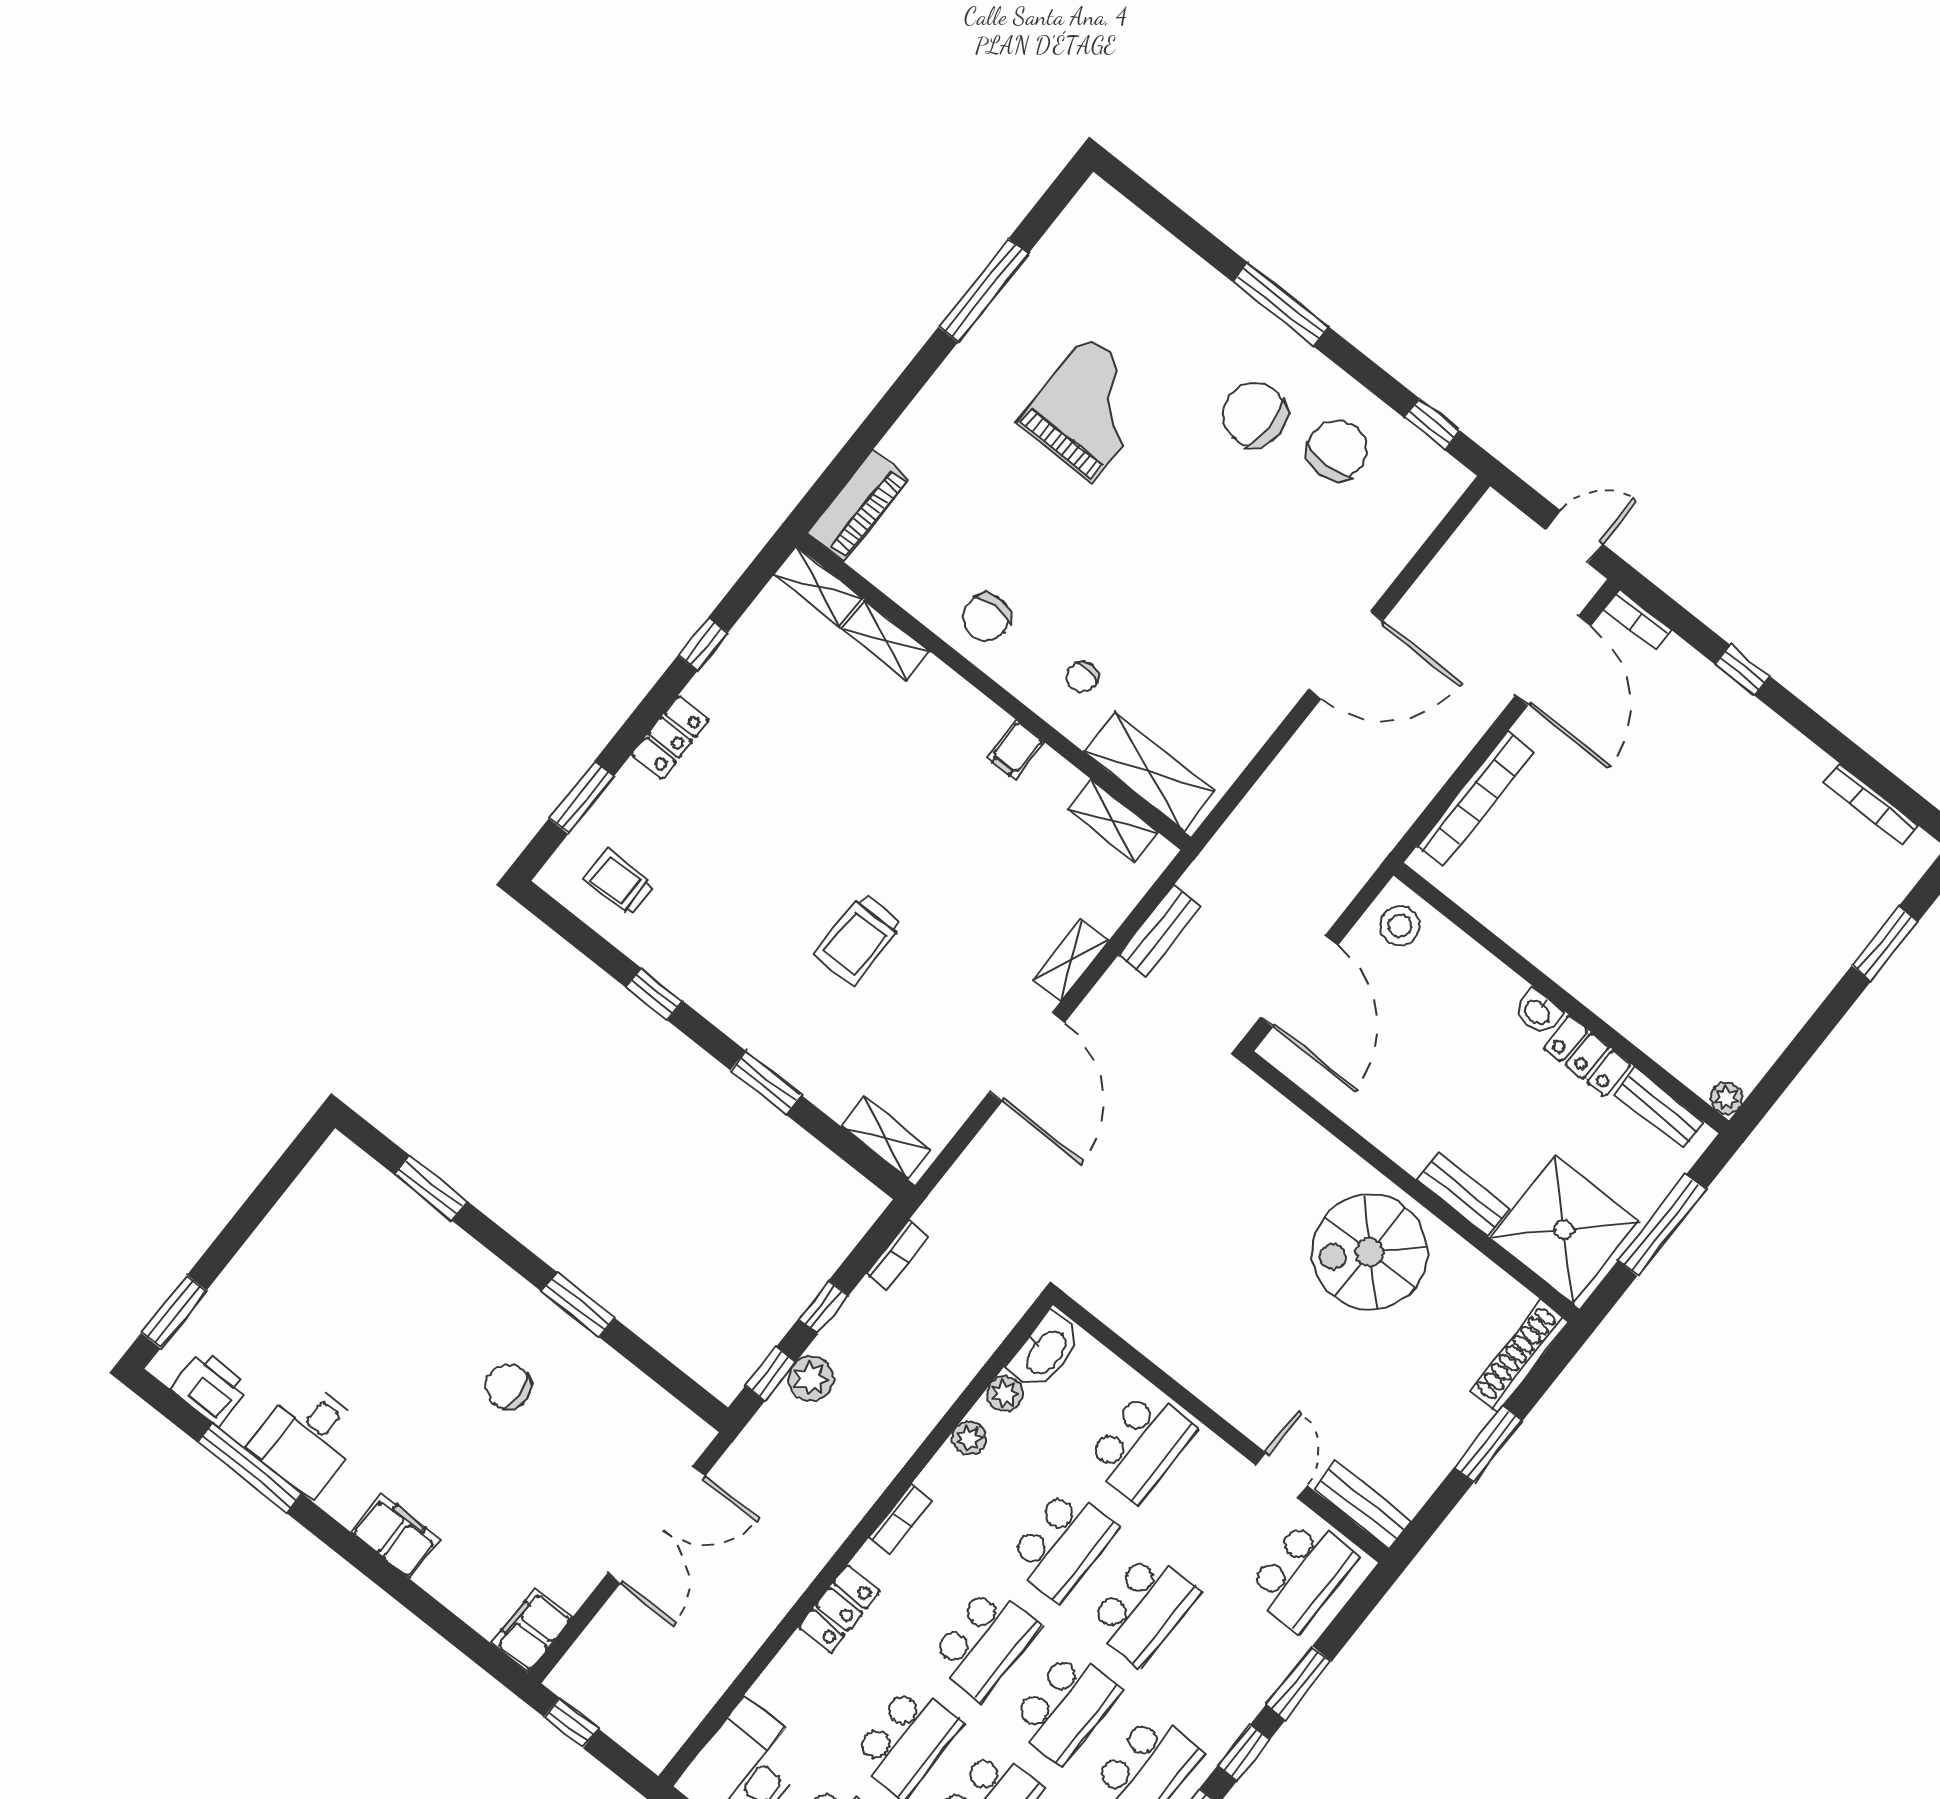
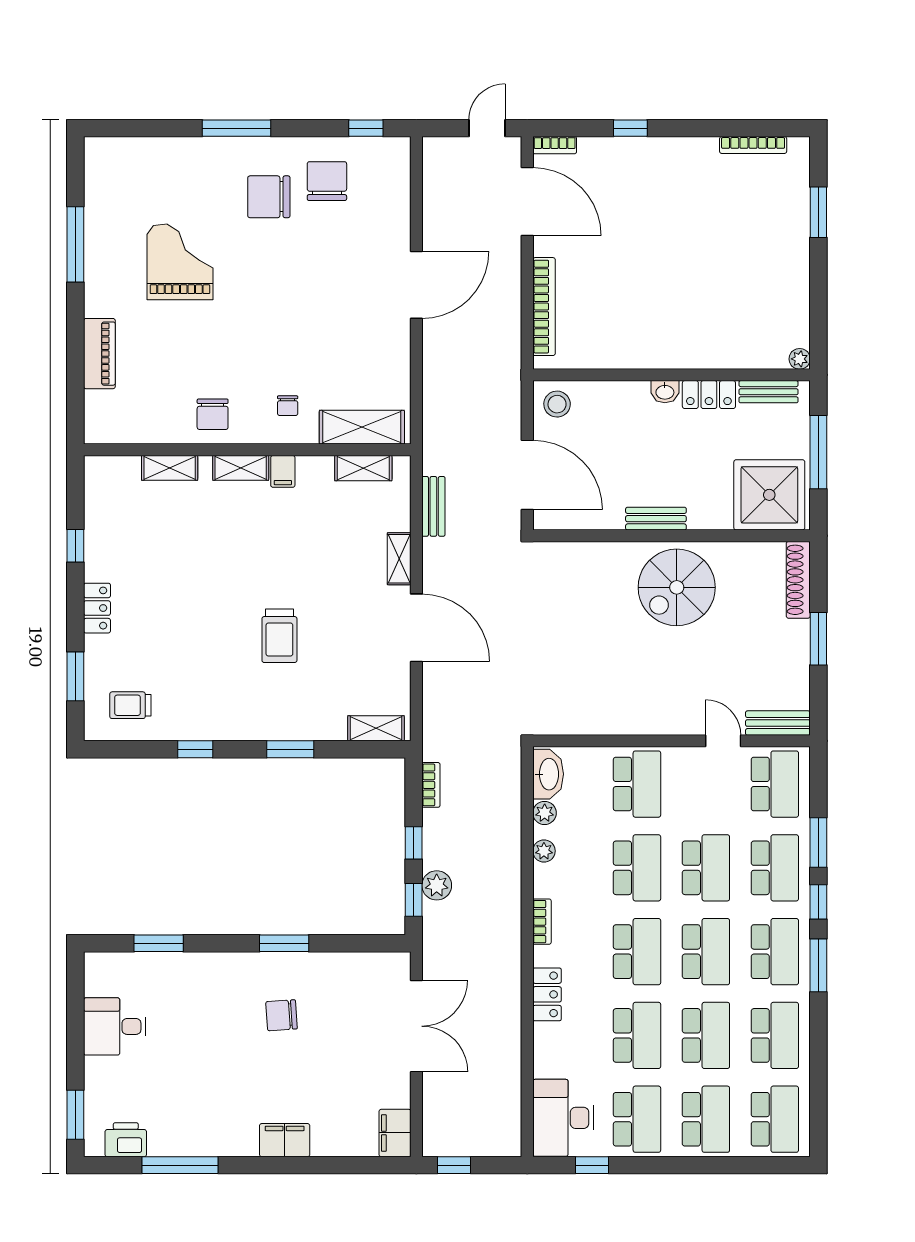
piano: (858, 506) -> (99, 354), moved
shelving: (818, 586) -> (241, 468), moved
bench: (1463, 1195) -> (656, 519), moved
desk: (308, 1439) -> (115, 1026), moved, turned 90
school desk: (1224, 1672) -> (775, 868), added

